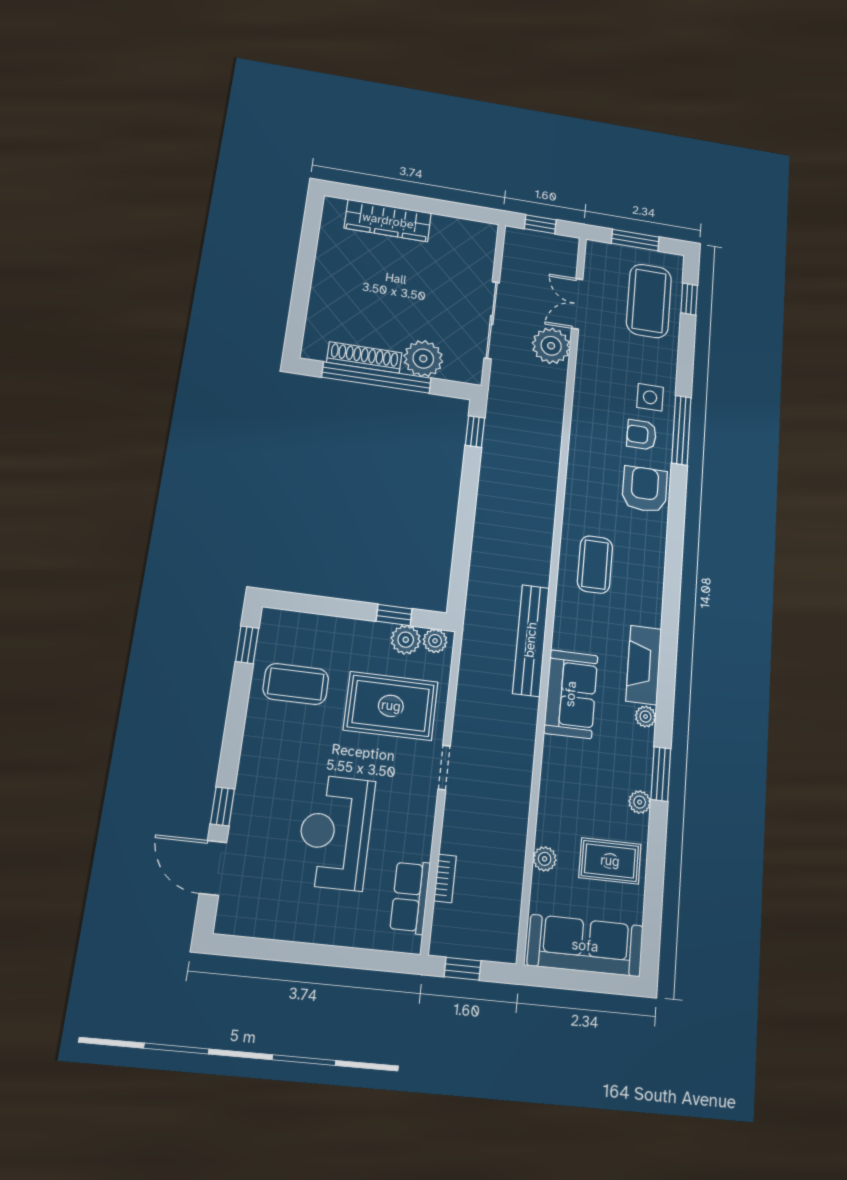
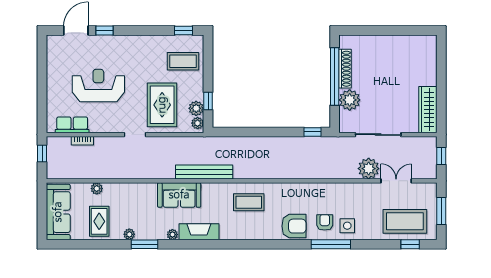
wardrobe: (388, 221) -> (428, 110), moved
coffee table: (296, 684) -> (183, 61), moved, turned 90

